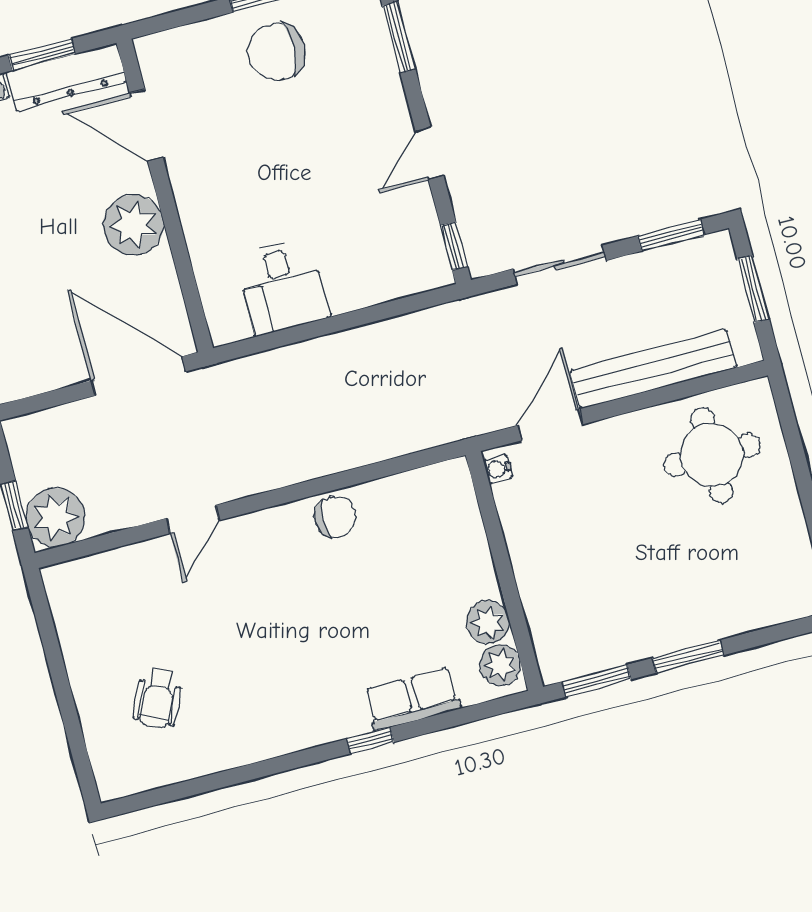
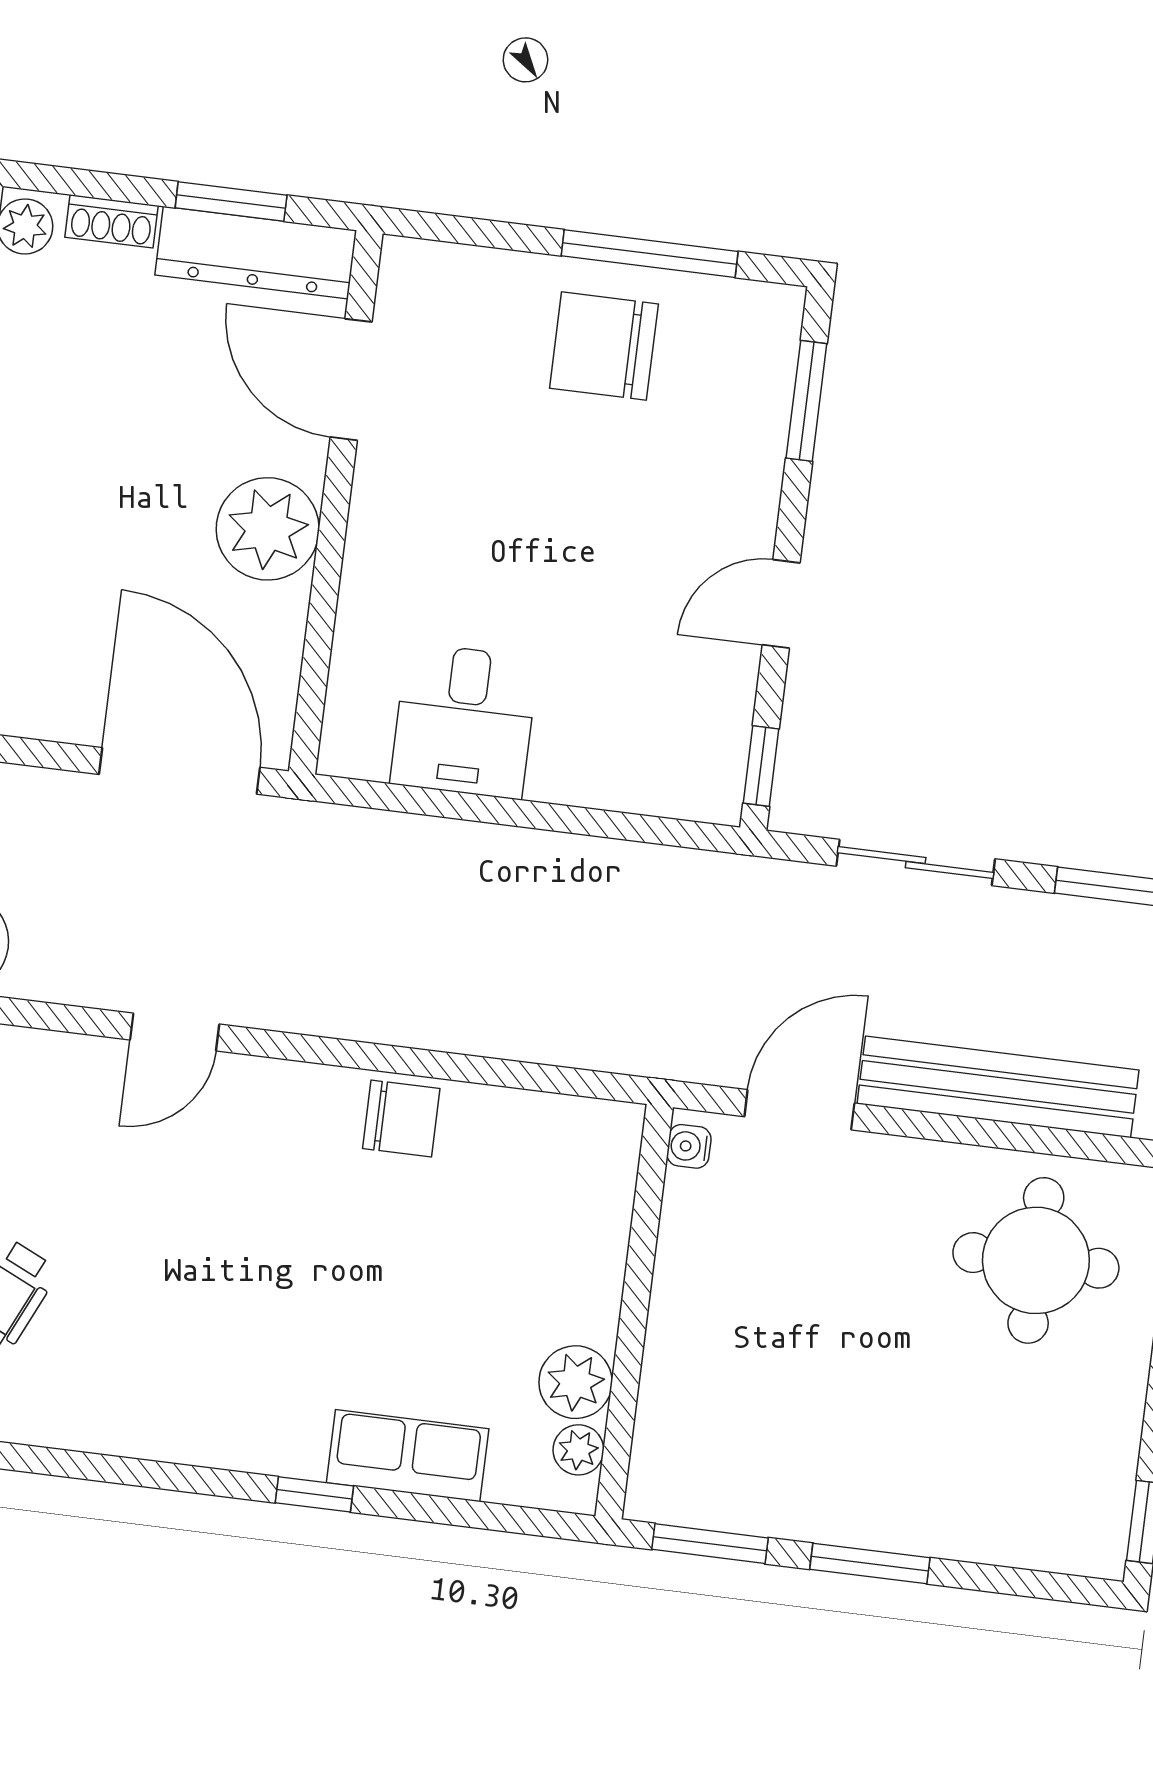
plant: (500, 665) -> (578, 1450), width x0.73, depth x0.73

